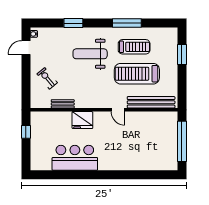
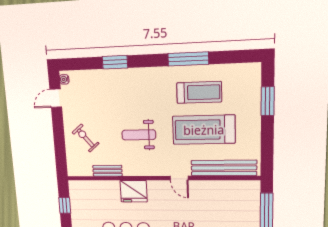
weight bench: (90, 54) -> (139, 135), moved, width x0.73, depth x0.75

